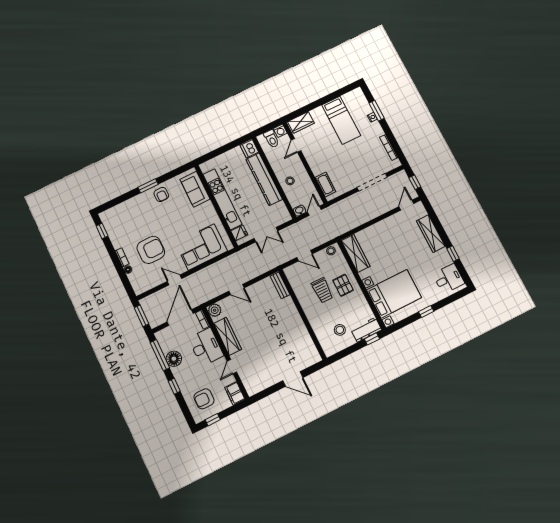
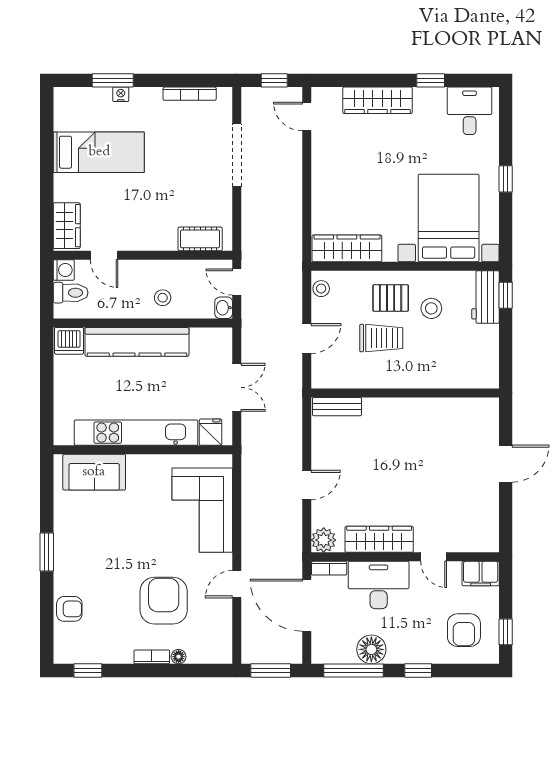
armchair: (161, 194) -> (69, 609), moved
stool: (340, 330) -> (431, 308), moved

